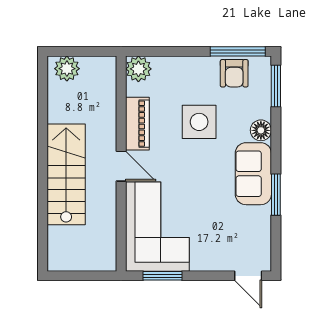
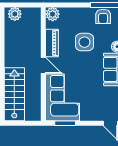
stairs: (66, 174) -> (14, 94), moved

